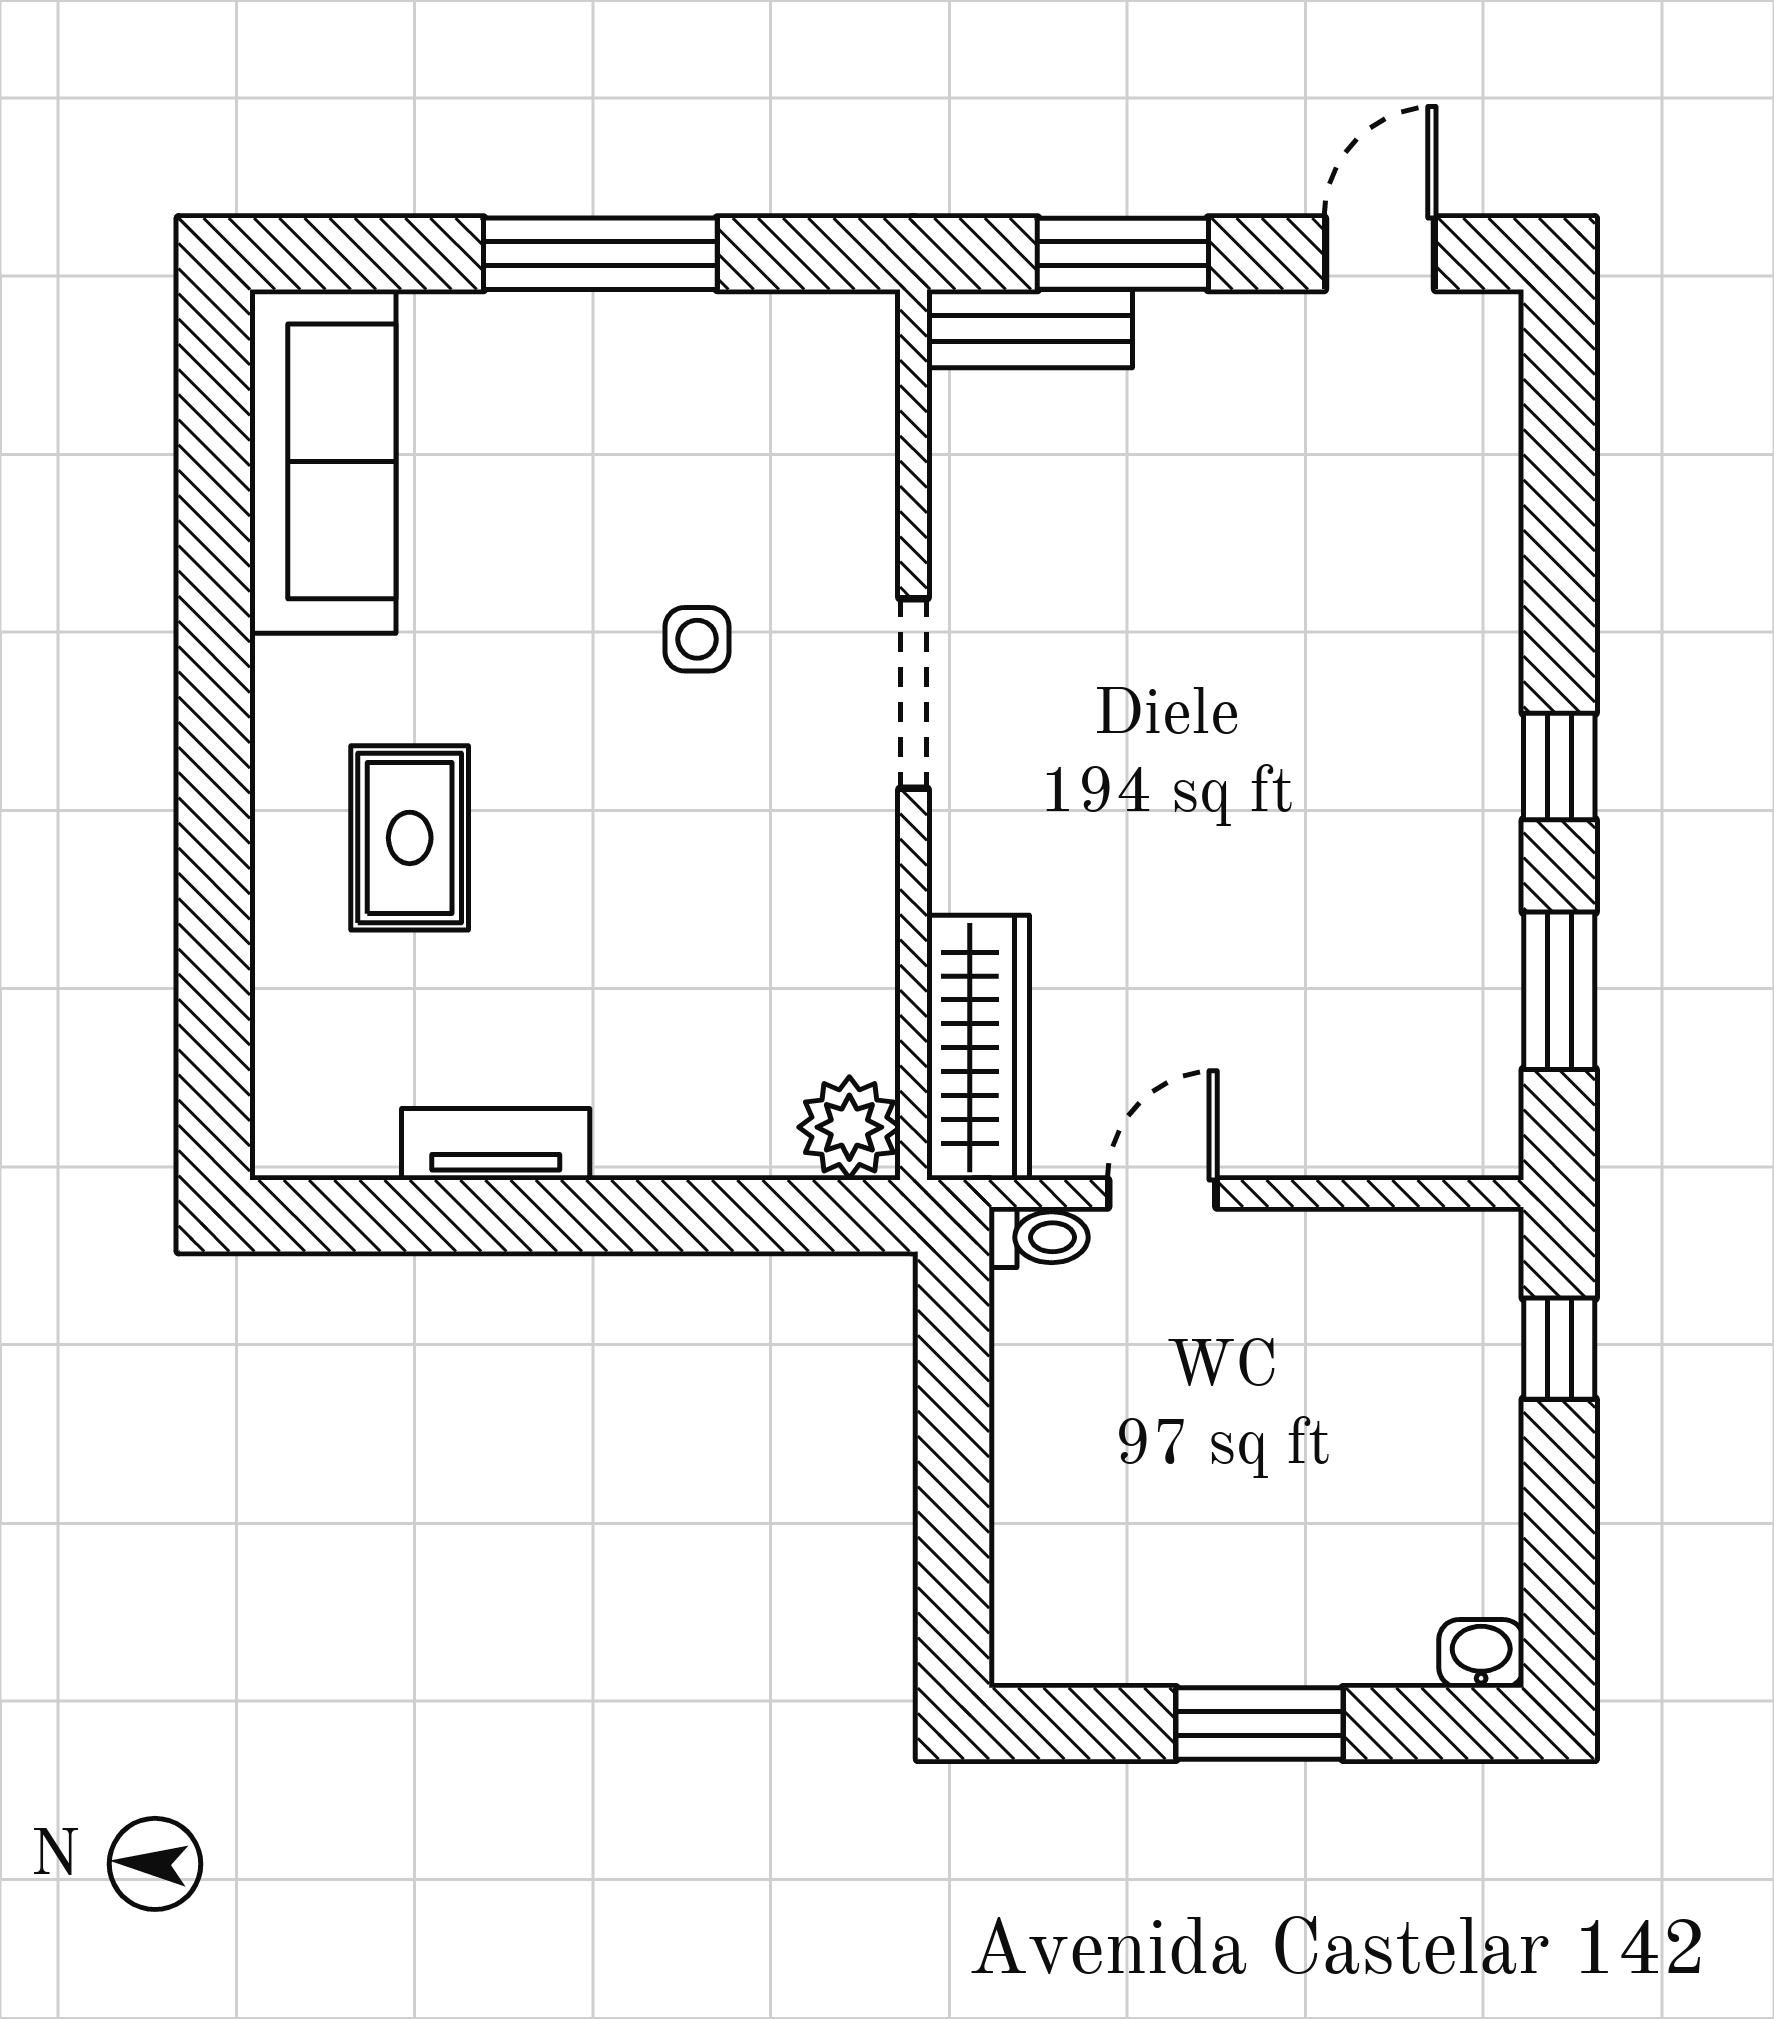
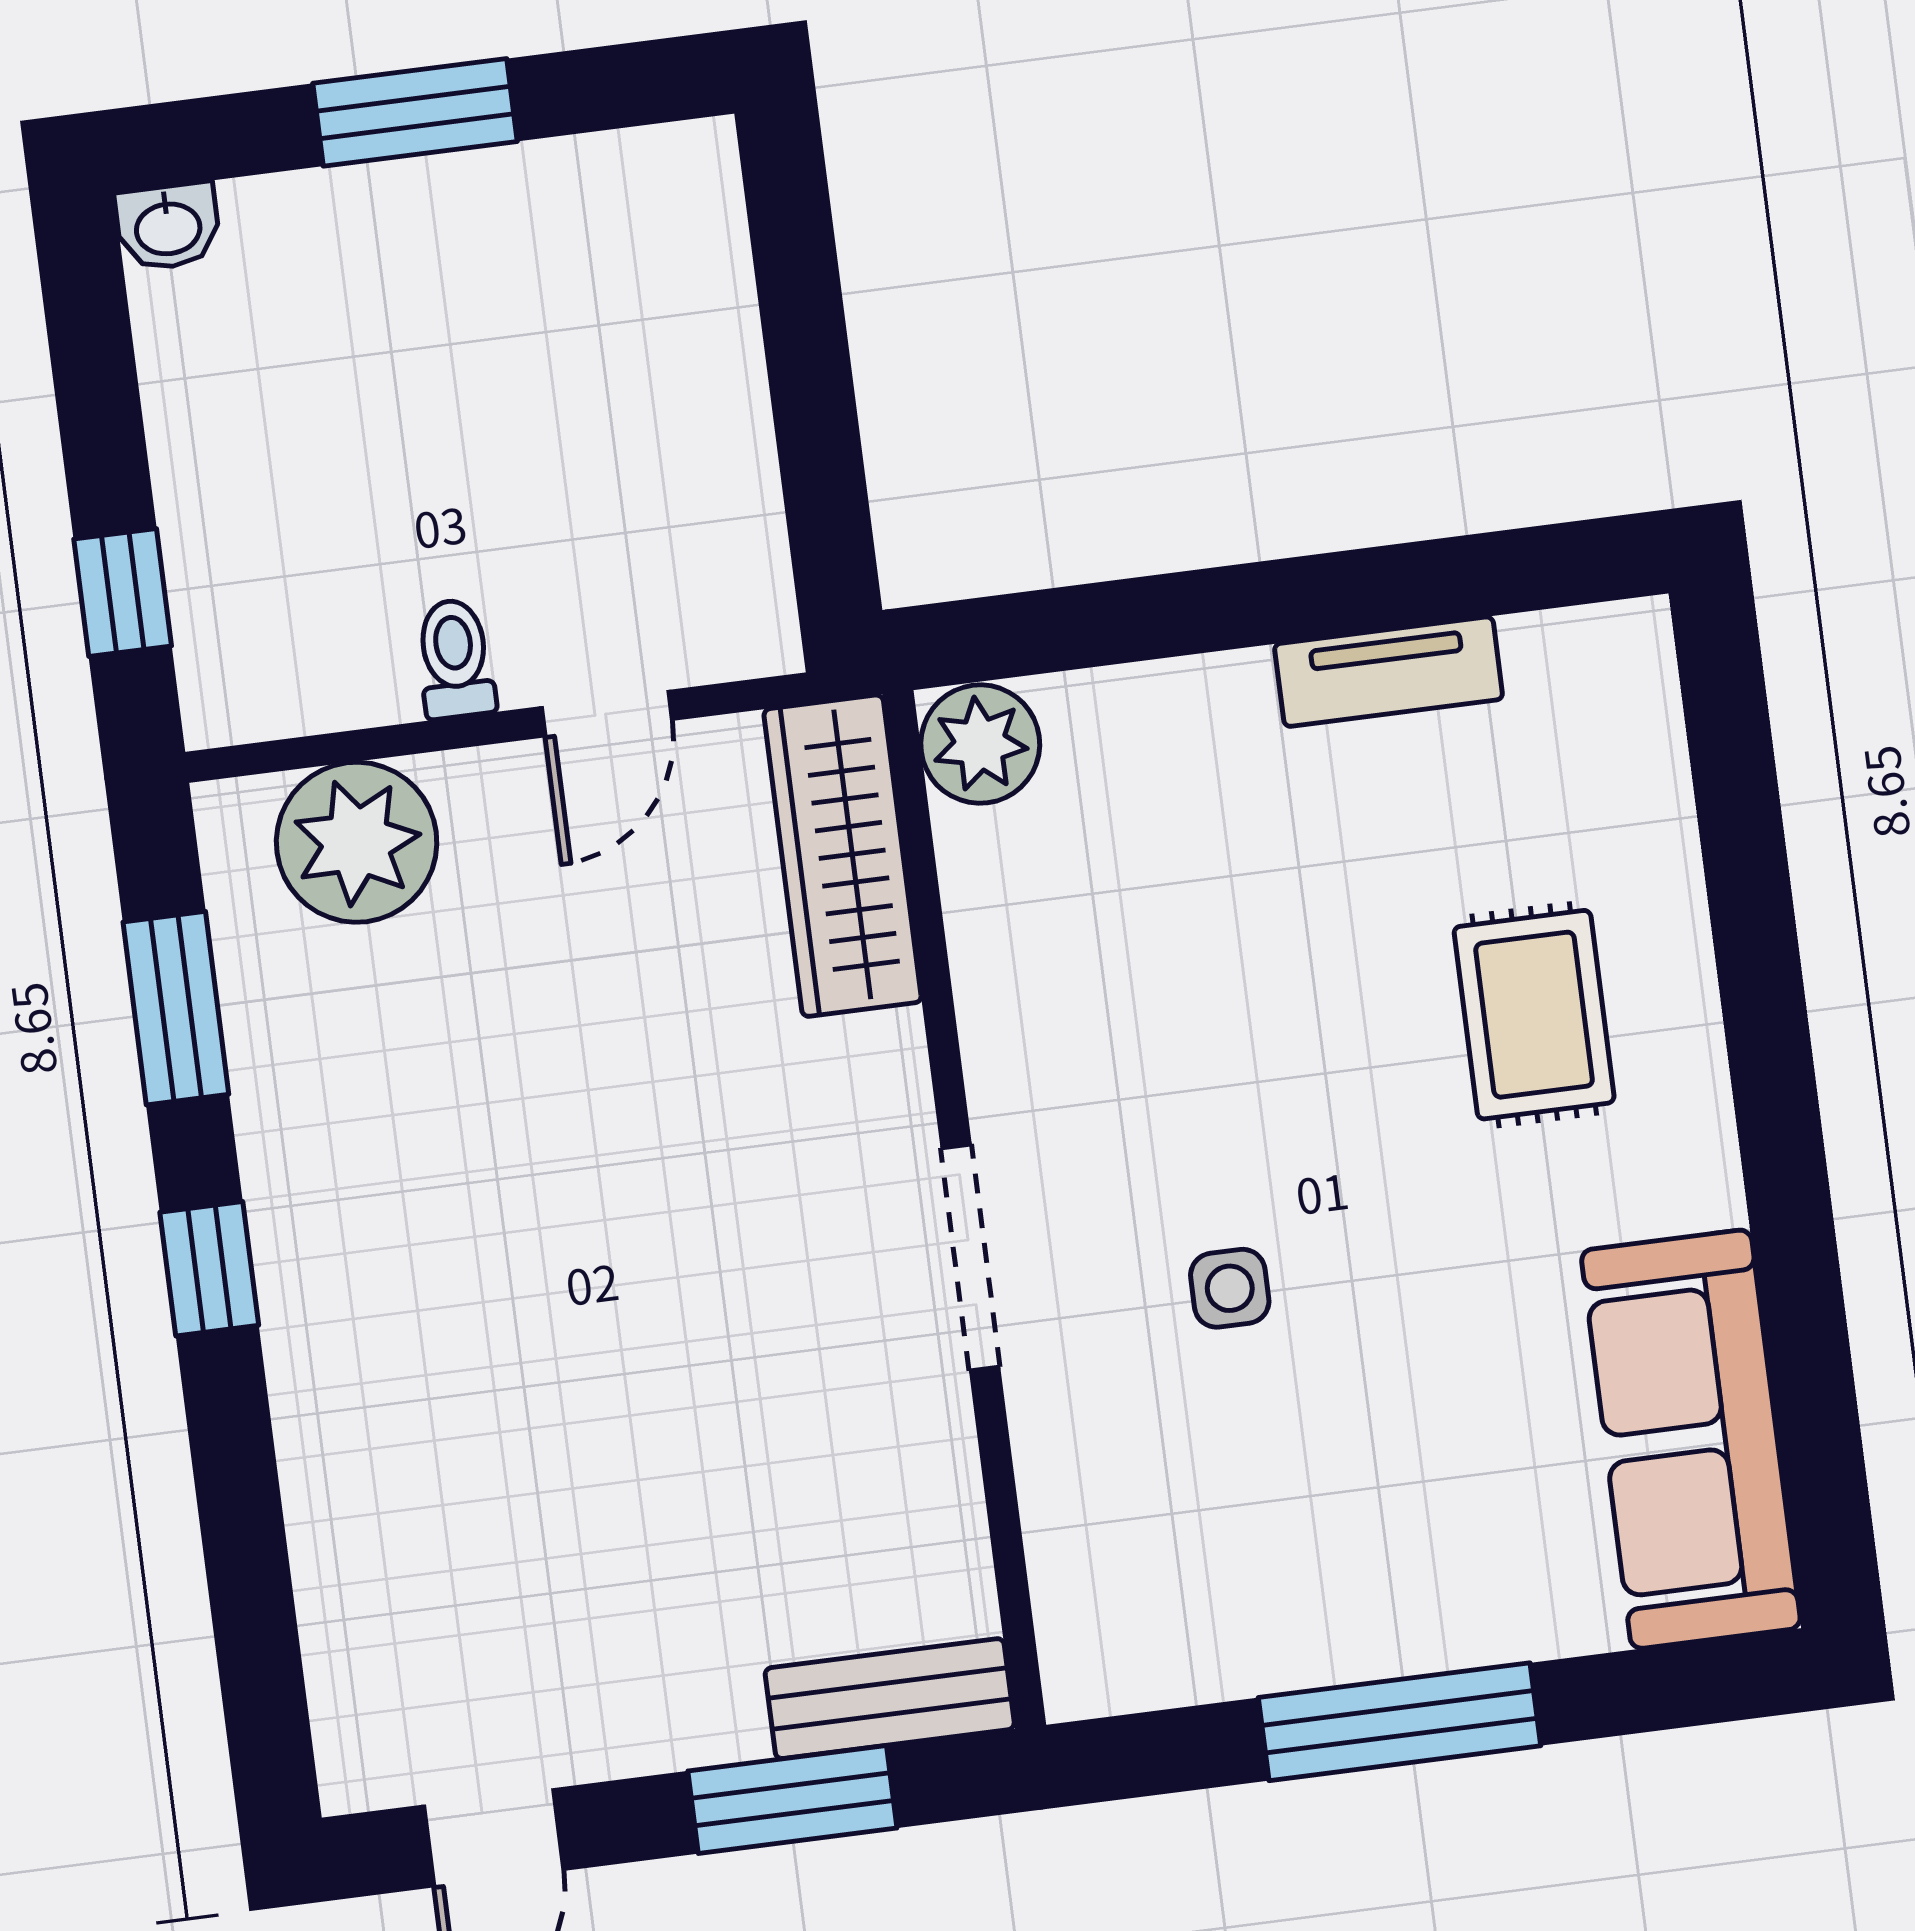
plant: (1388, 1112) -> (357, 842), added
toilet: (1039, 1237) -> (455, 659), moved, turned 90

